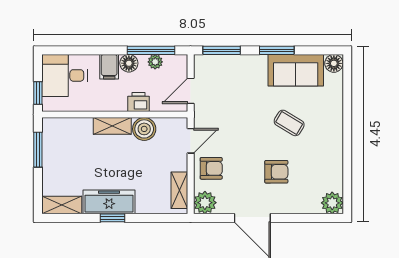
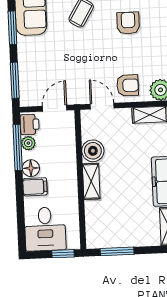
door: (191, 91) -> (55, 108), swing flipped
printer: (139, 102) -> (30, 124), moved, turned 180
armchair: (211, 168) -> (128, 85), turned 90

